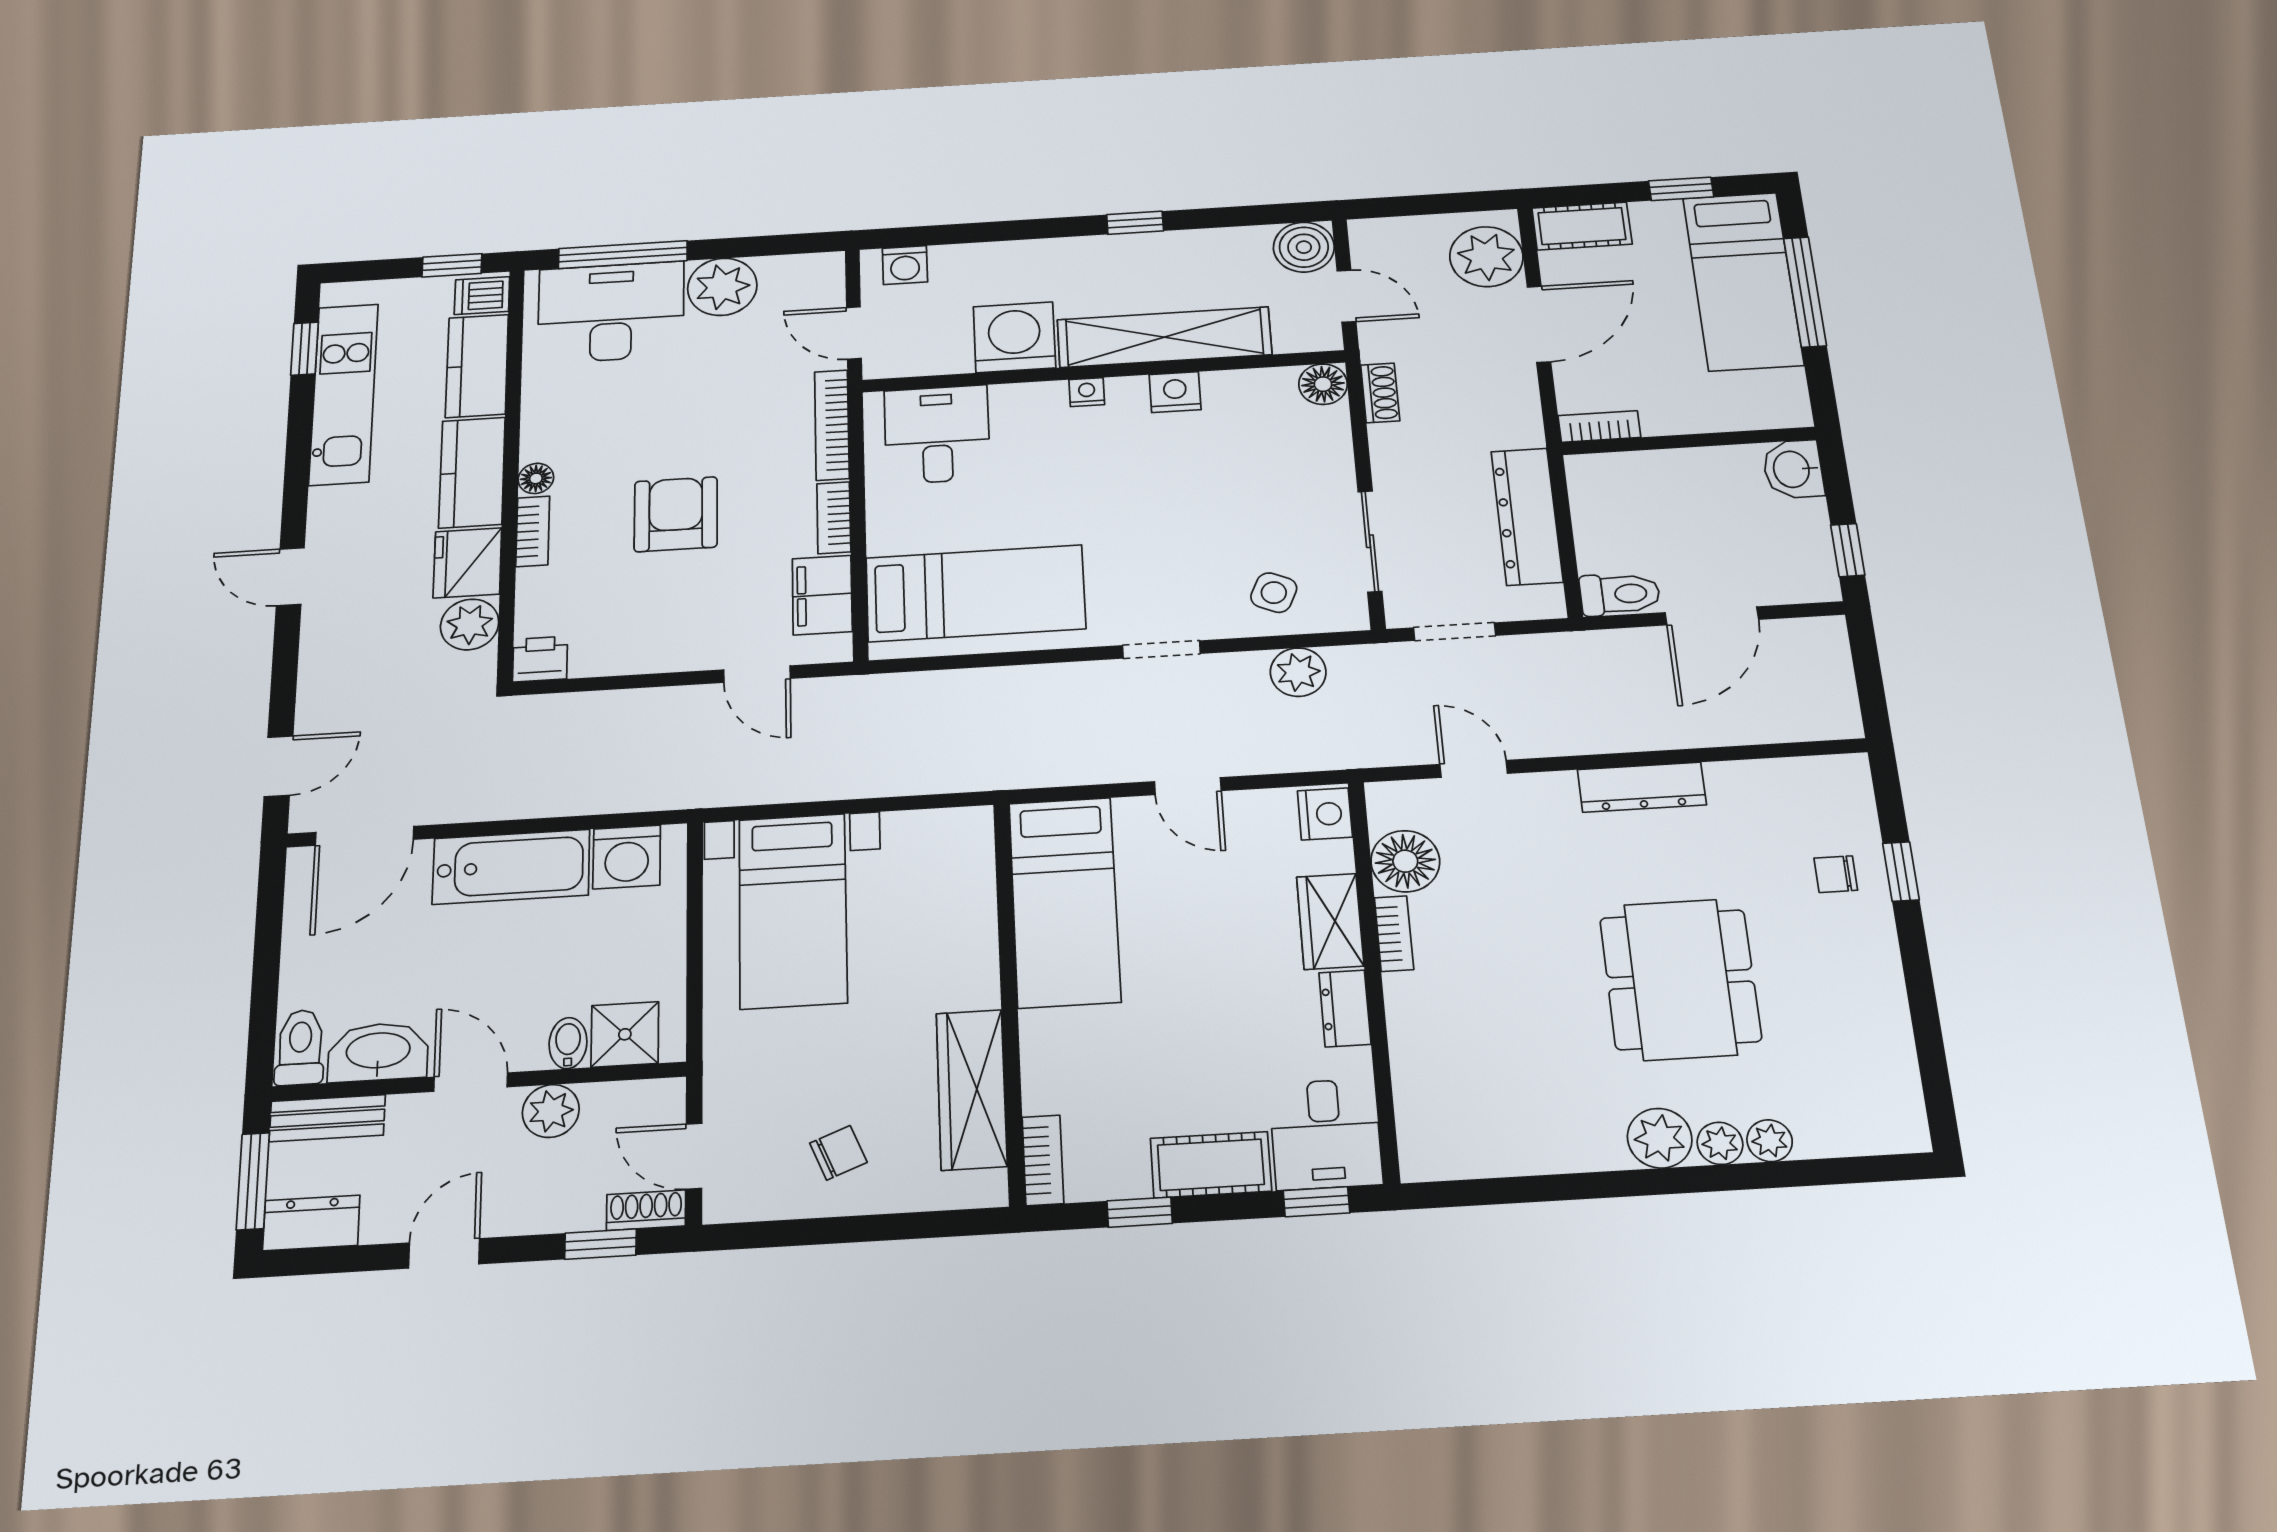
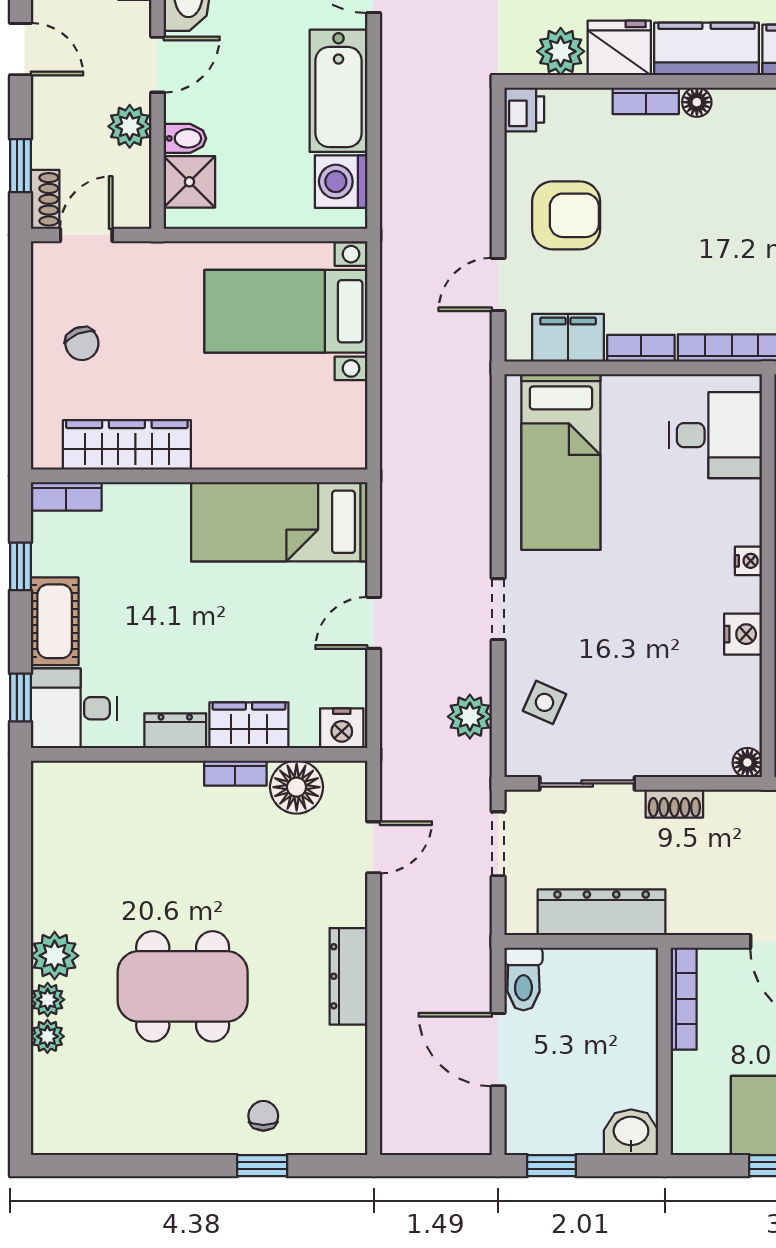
floor lamp: (1323, 384) -> (747, 763), width x0.73, depth x0.73
shoe rack: (1380, 393) -> (674, 804), moved
bookcase: (1599, 426) -> (684, 999), width x1.56
armchair: (676, 514) -> (566, 215), moved

